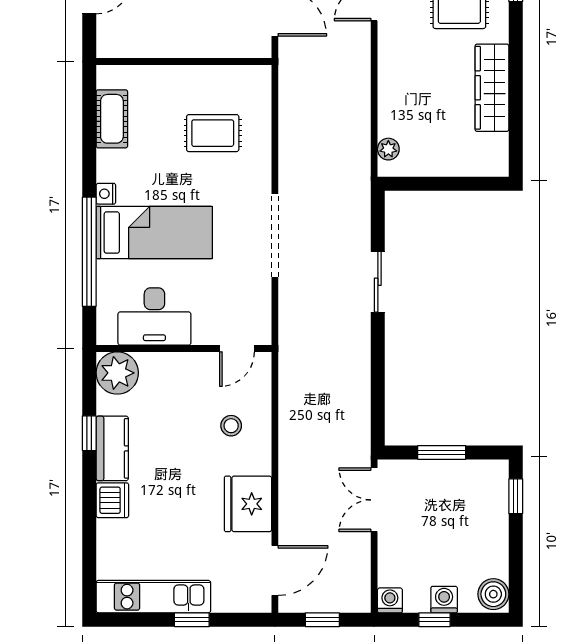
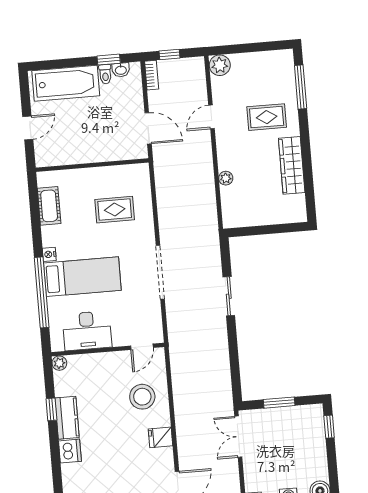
plant: (388, 149) -> (226, 178), moved
plant: (117, 373) -> (59, 363), width x0.53, depth x0.53
stool: (231, 426) -> (142, 397), width x1.89, depth x1.89
fridge: (248, 504) -> (160, 437), width x0.53, depth x0.75

